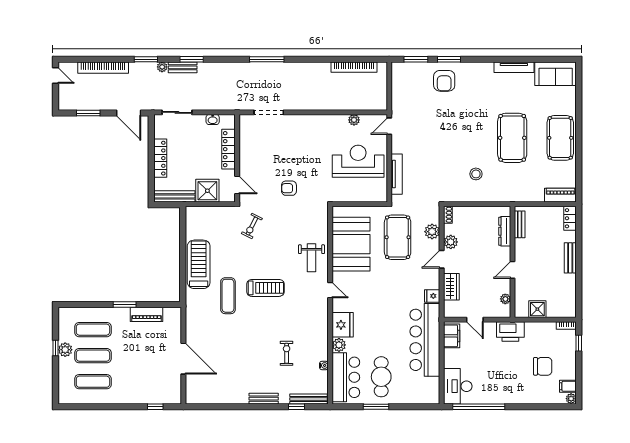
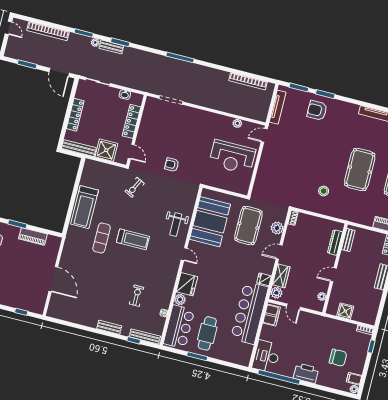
armchair: (444, 81) -> (317, 110), turned 90
reception desk: (358, 161) -> (232, 157), turned 180
tv unit: (397, 174) -> (278, 107), moved
plant: (451, 242) -> (276, 293), moved
treadmill: (199, 264) -> (85, 207), turned 180
printer: (510, 331) -> (306, 373), moved, turned 180

